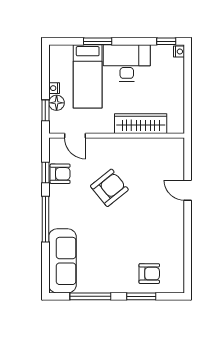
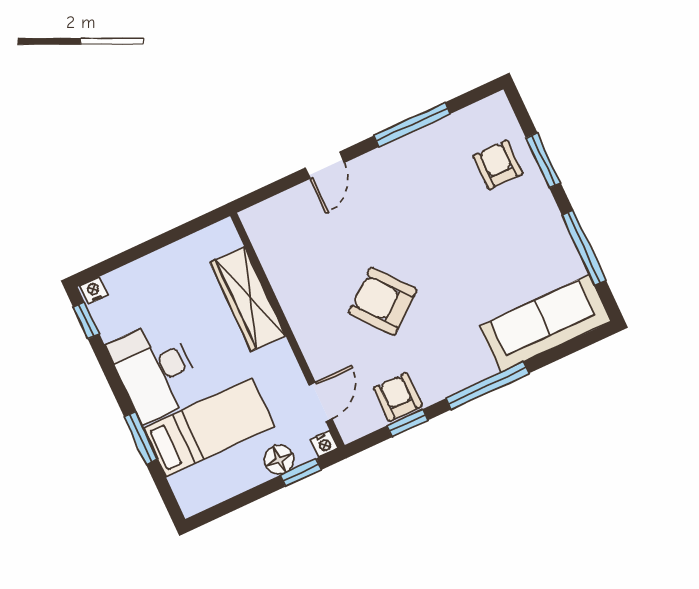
nightstand: (54, 88) -> (324, 444), moved
window: (188, 241) -> (412, 125), added

